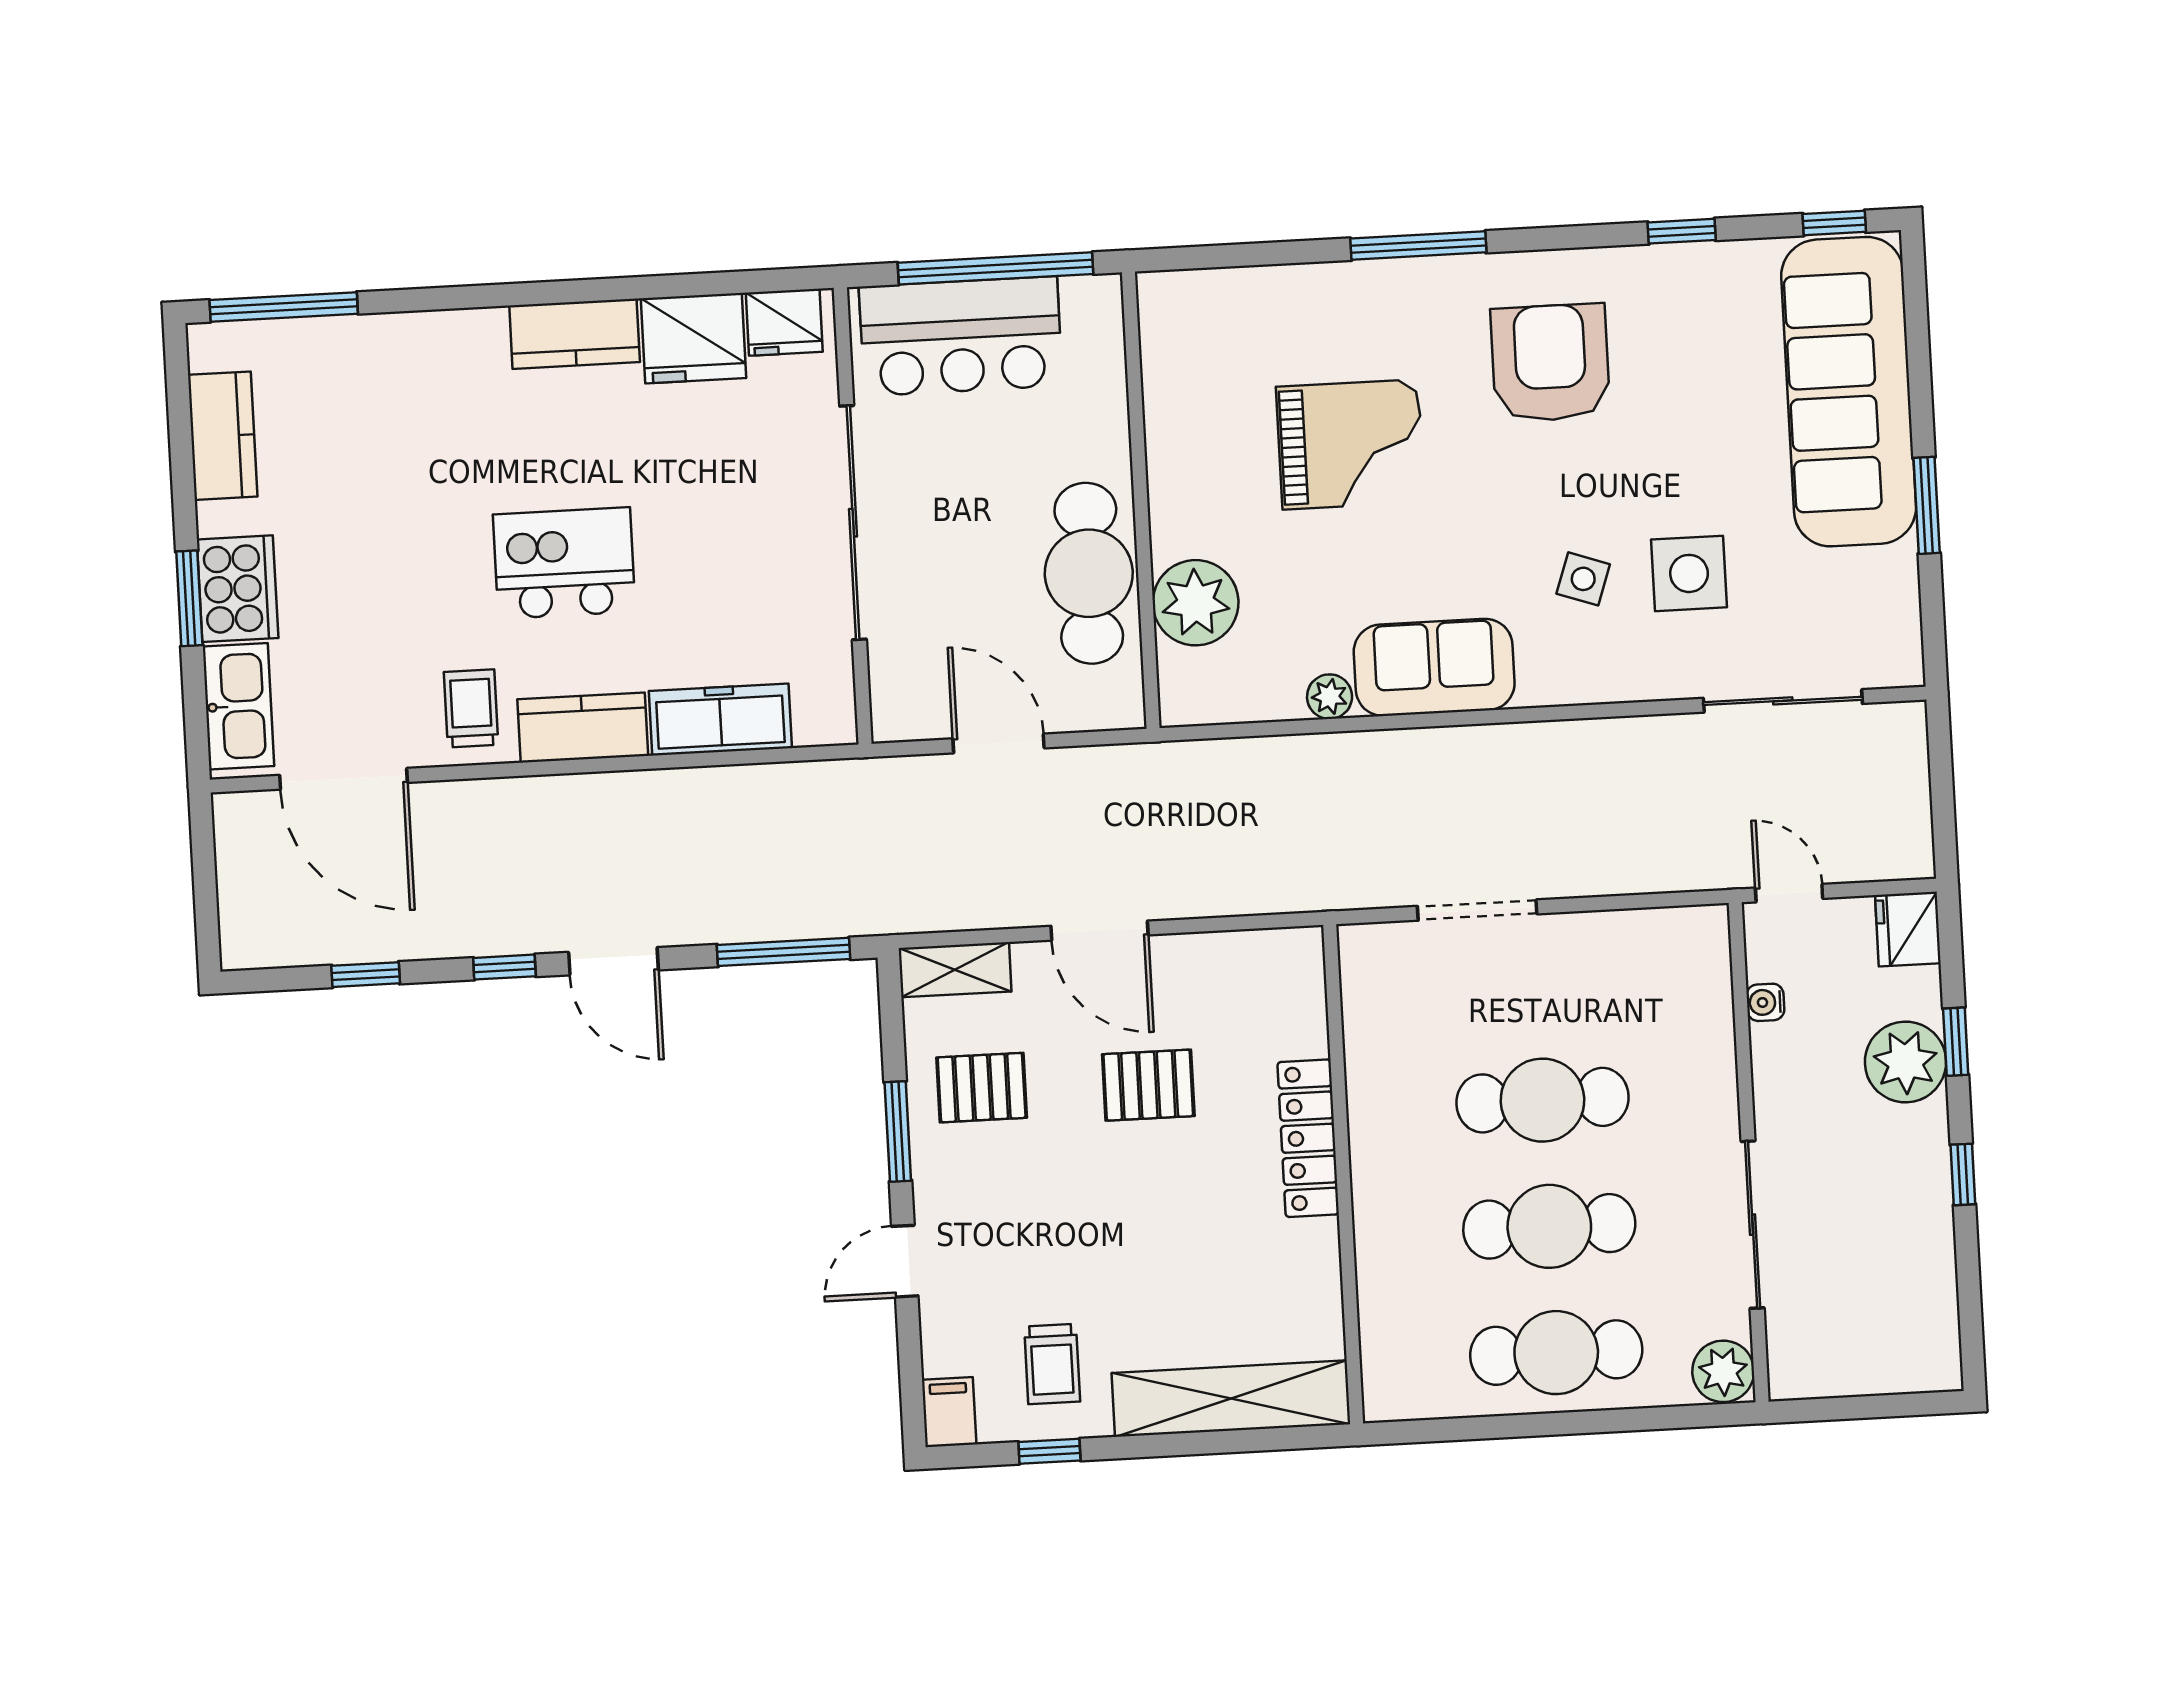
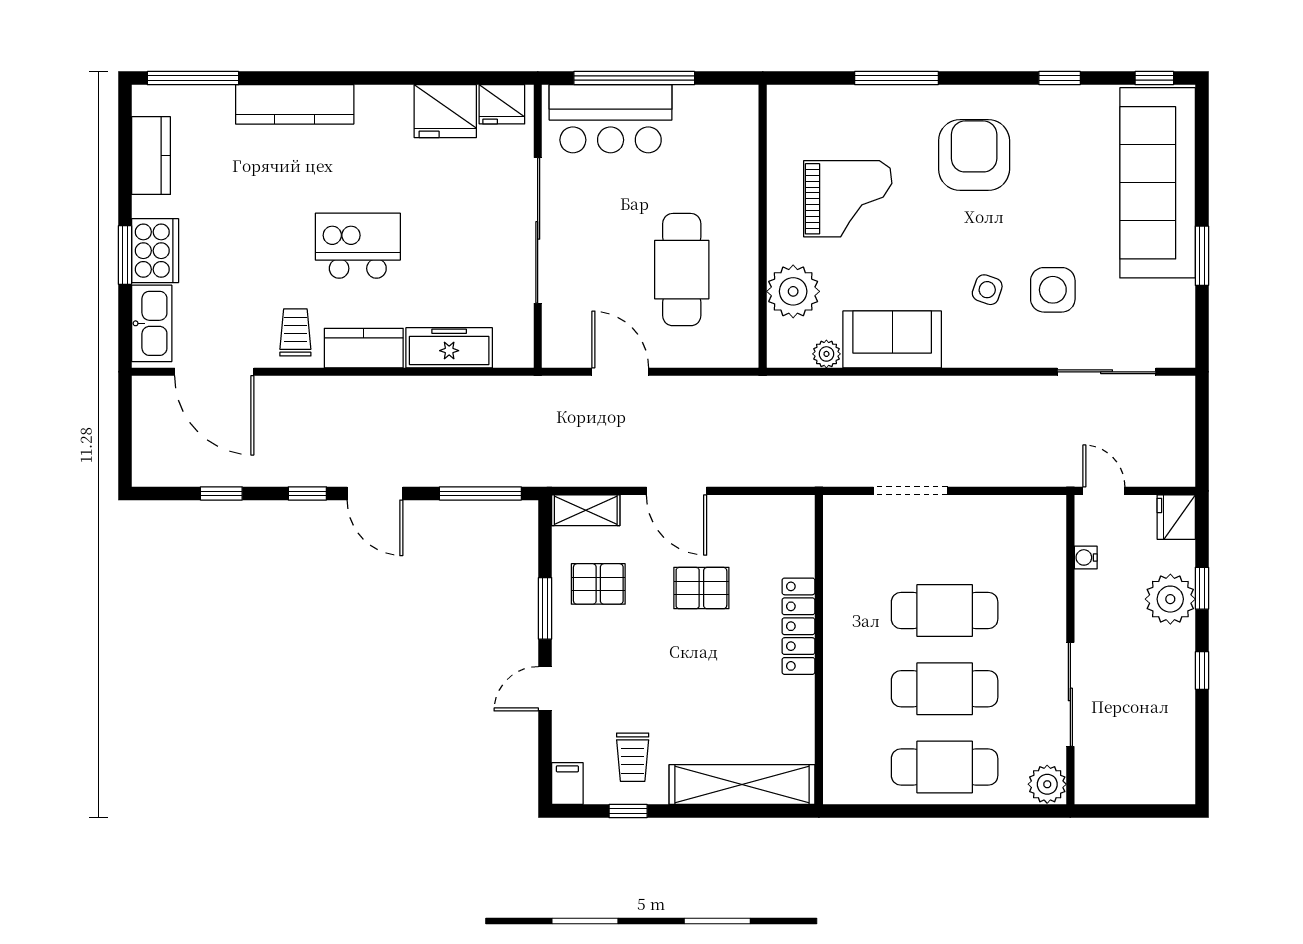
kitchen counter: (575, 334) -> (295, 104), moved, width x1.50
wall: (1141, 500) -> (763, 226), moved
plant: (1196, 603) -> (793, 291), moved

